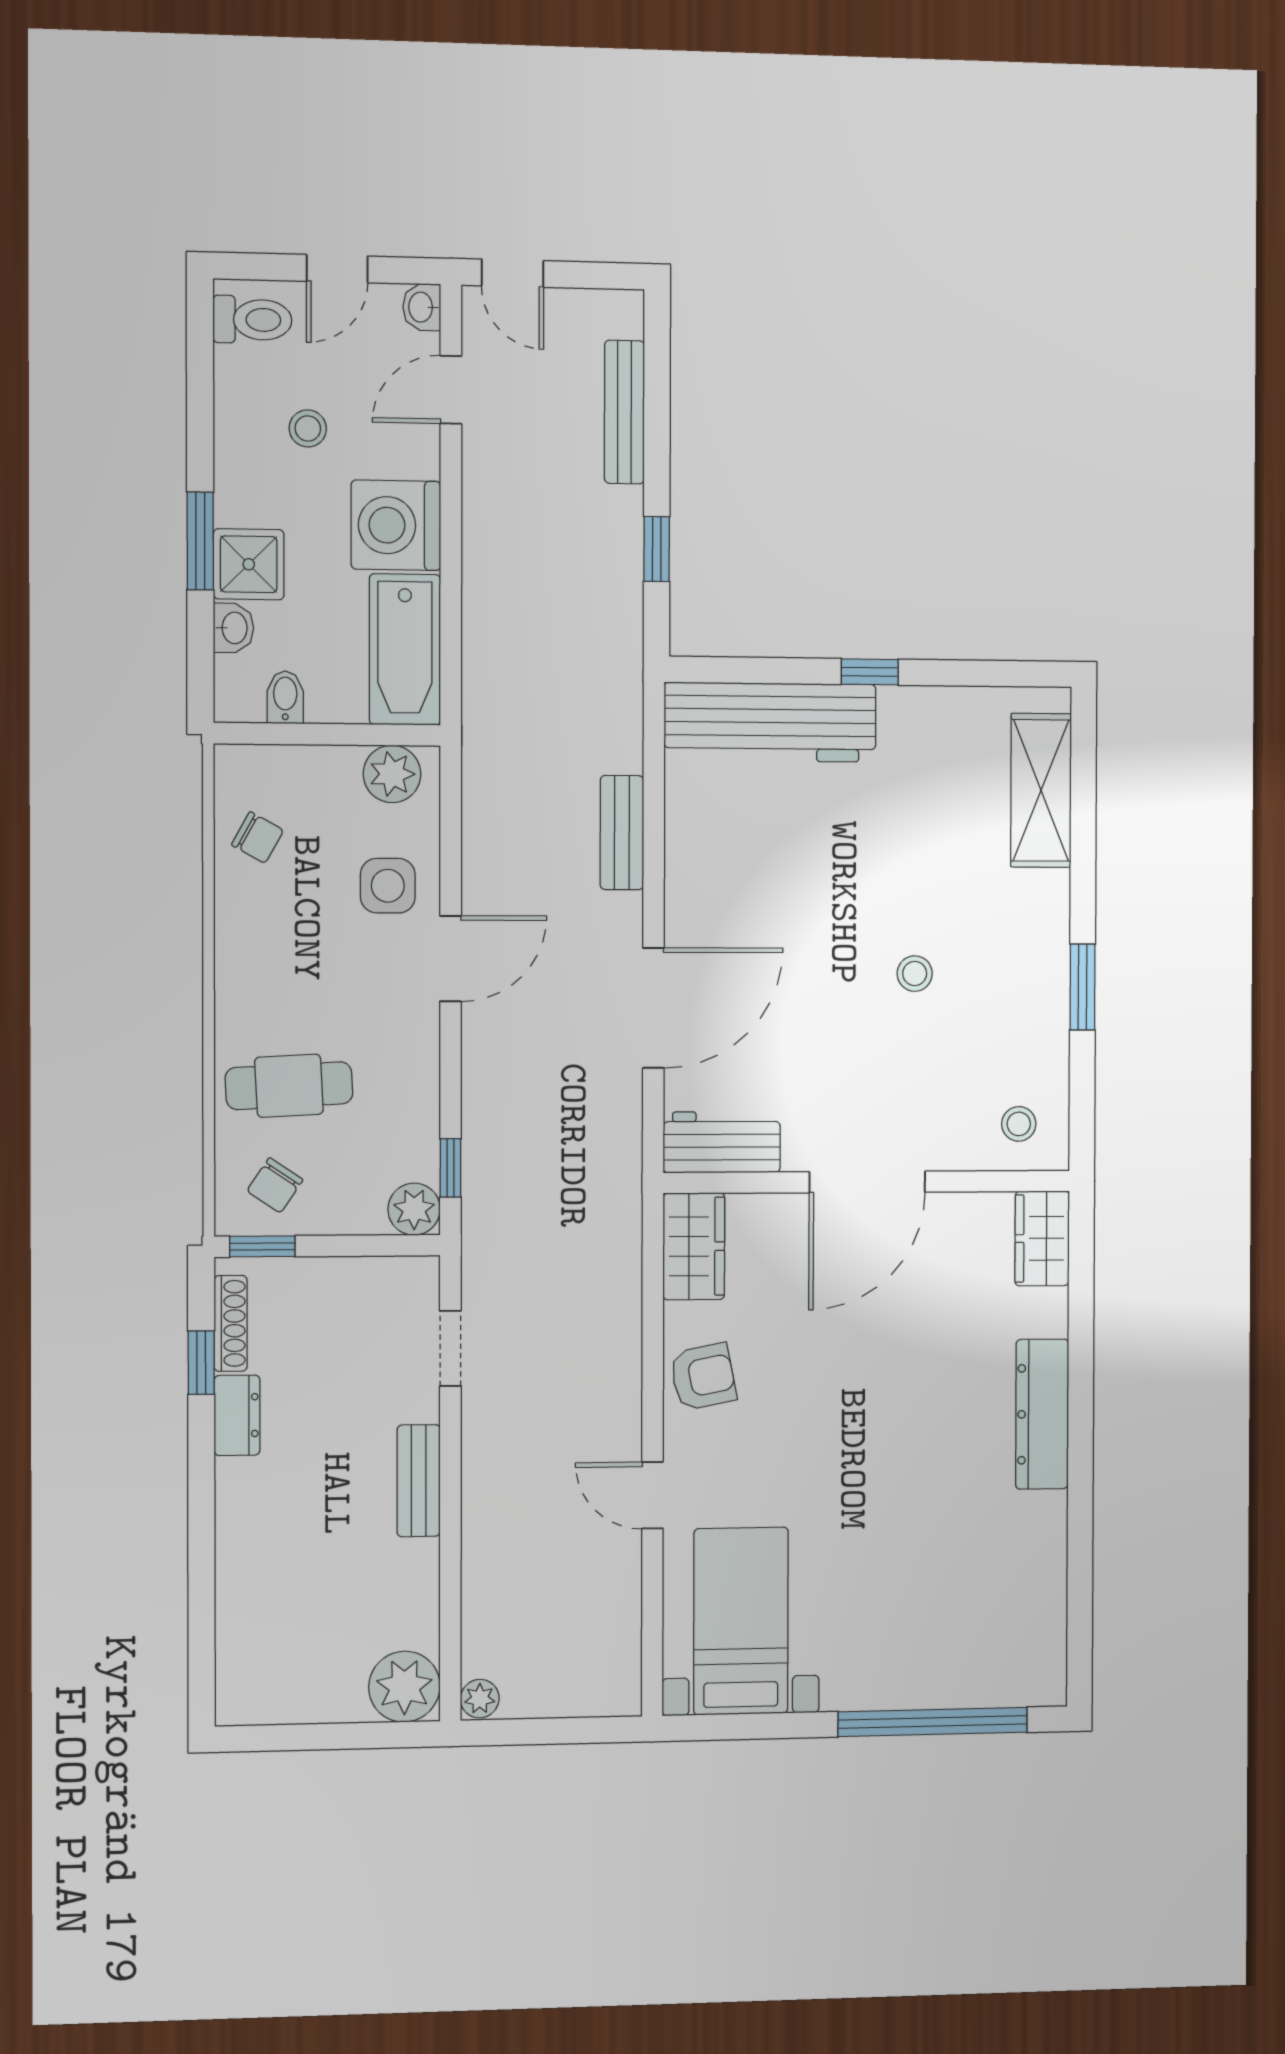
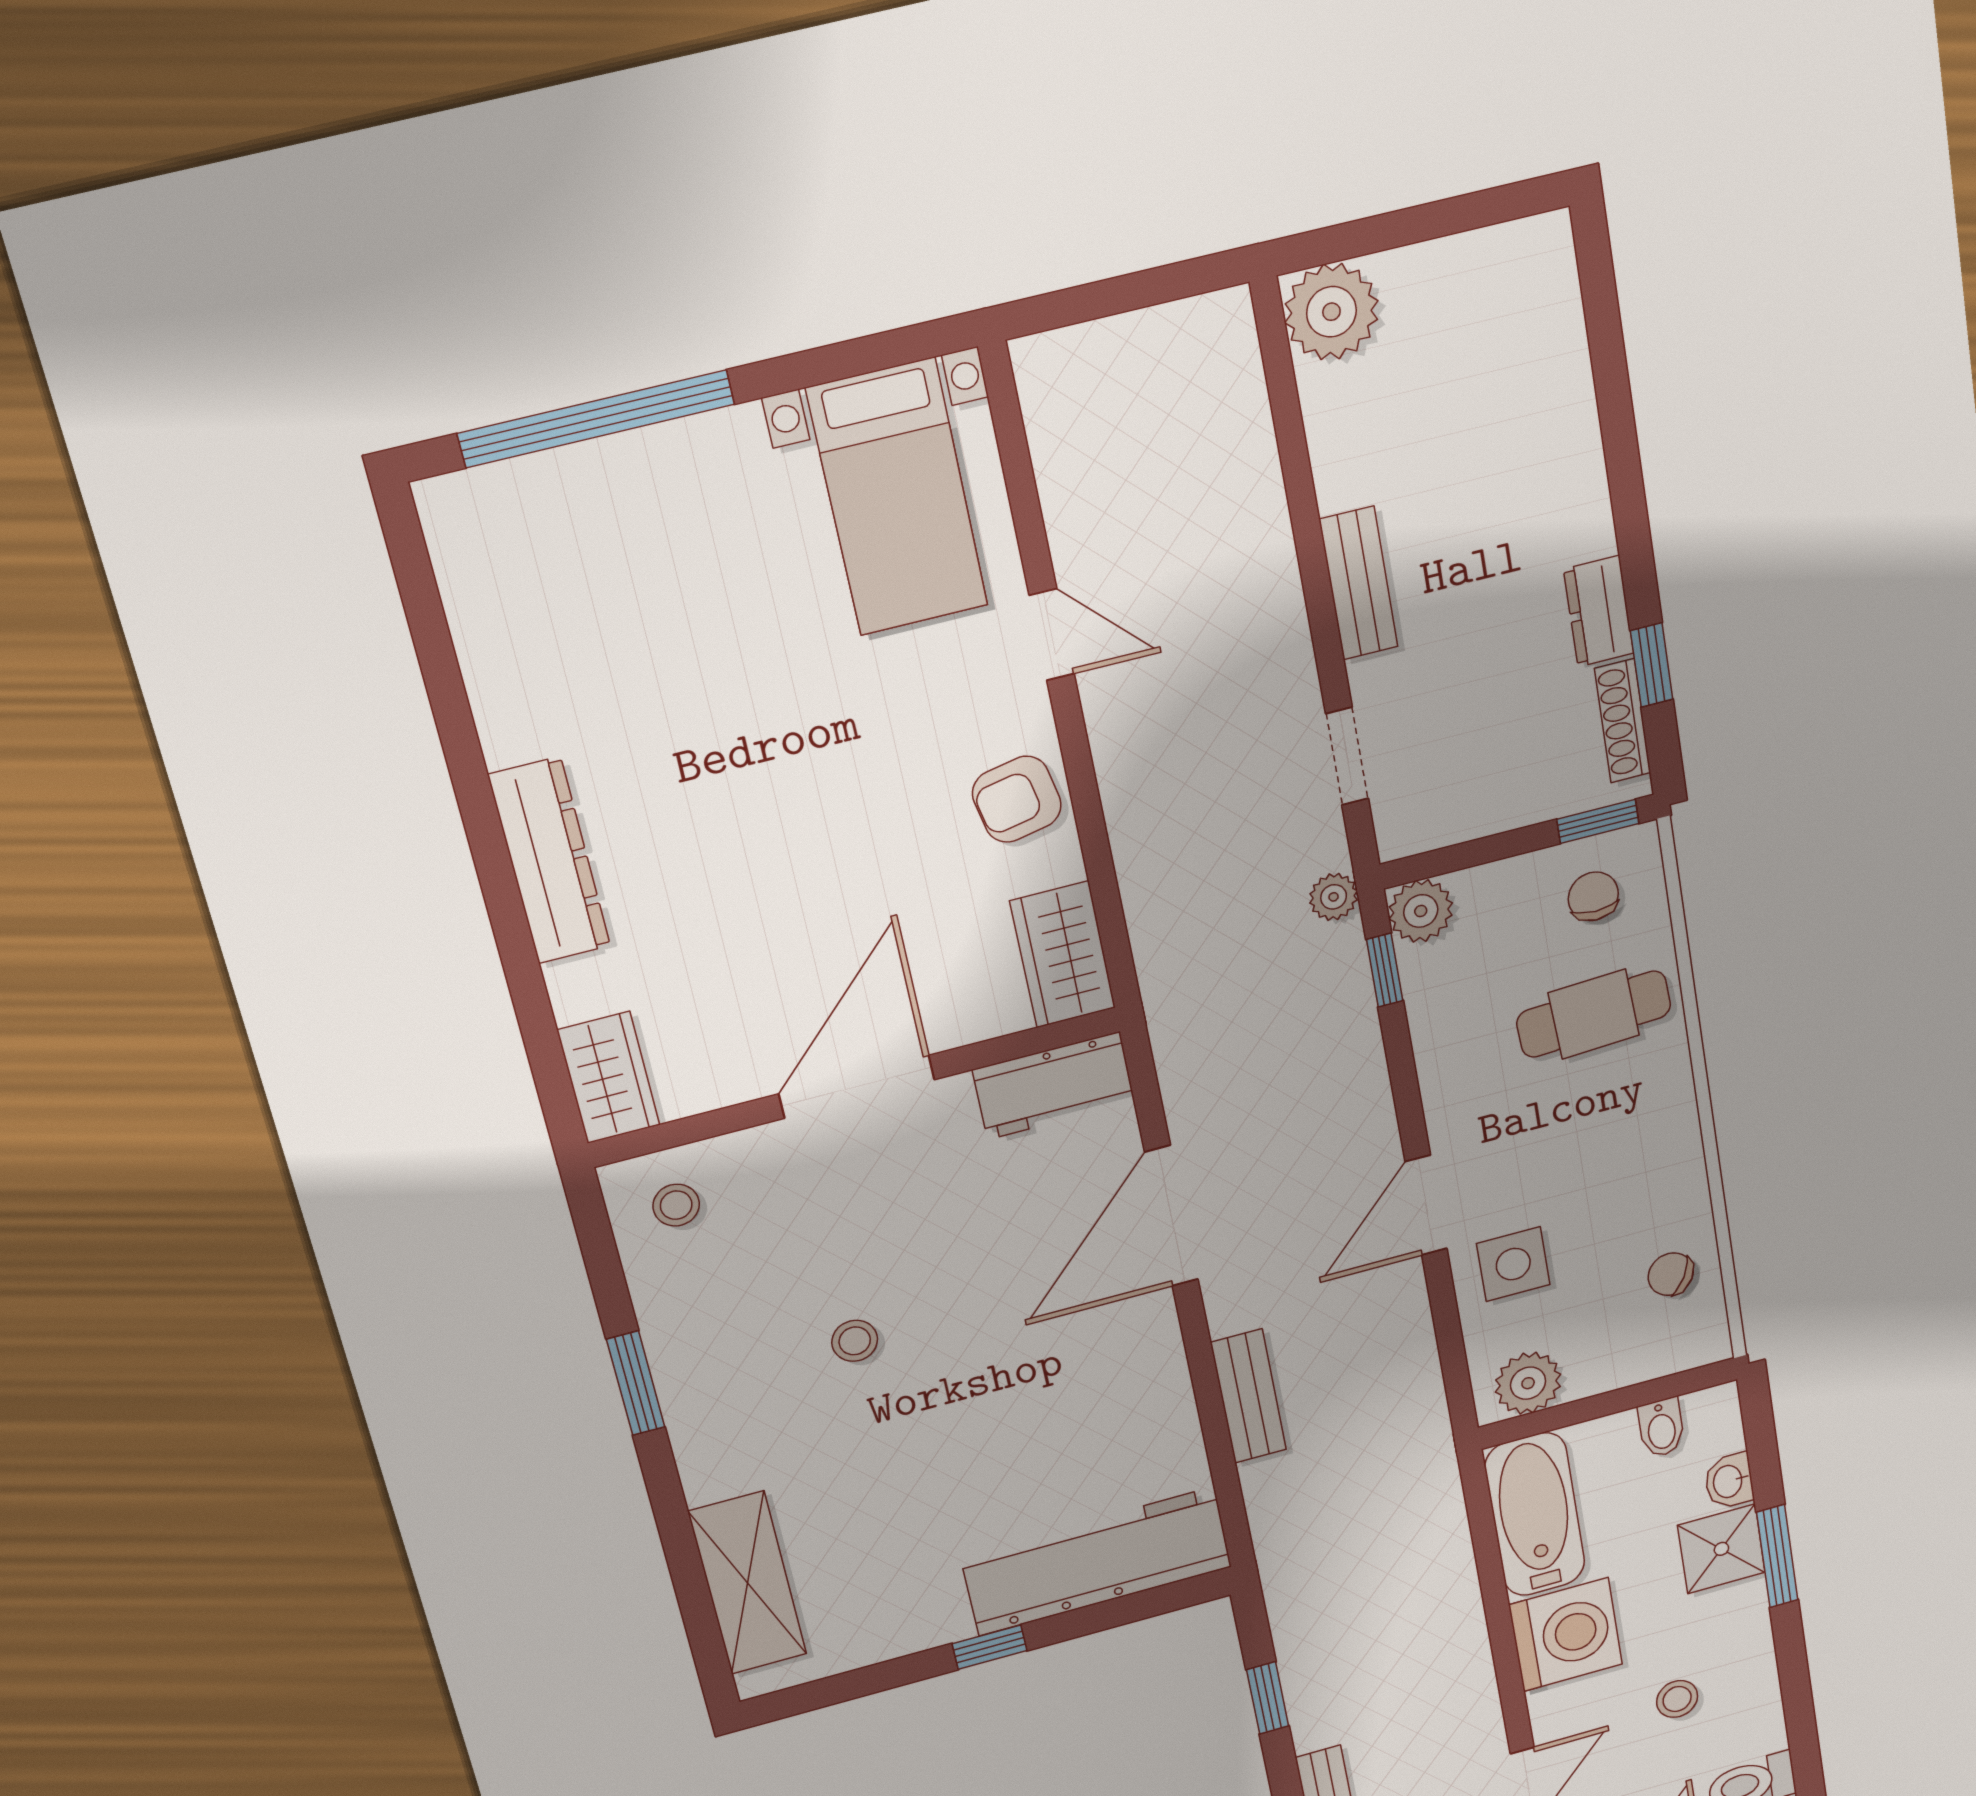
chair: (275, 1185) -> (1593, 896), turned -34
plant: (480, 1699) -> (1334, 897), moved

